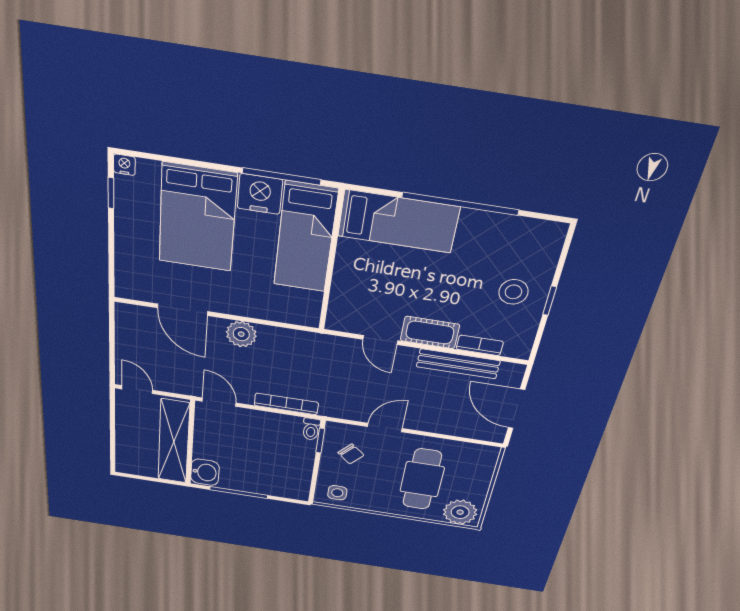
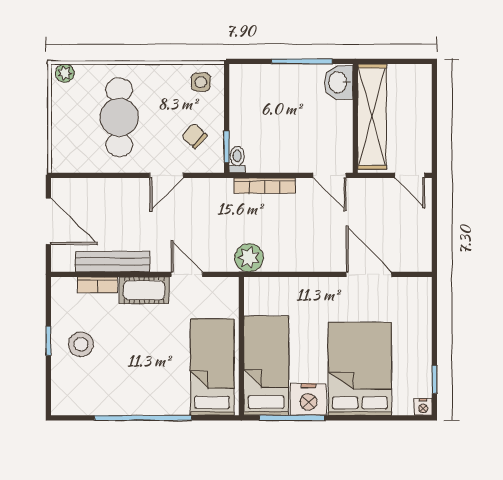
bed: (398, 221) -> (212, 367), moved, turned 90
plant: (241, 334) -> (249, 258), moved
plant: (460, 512) -> (65, 73), width x0.53, depth x0.53

